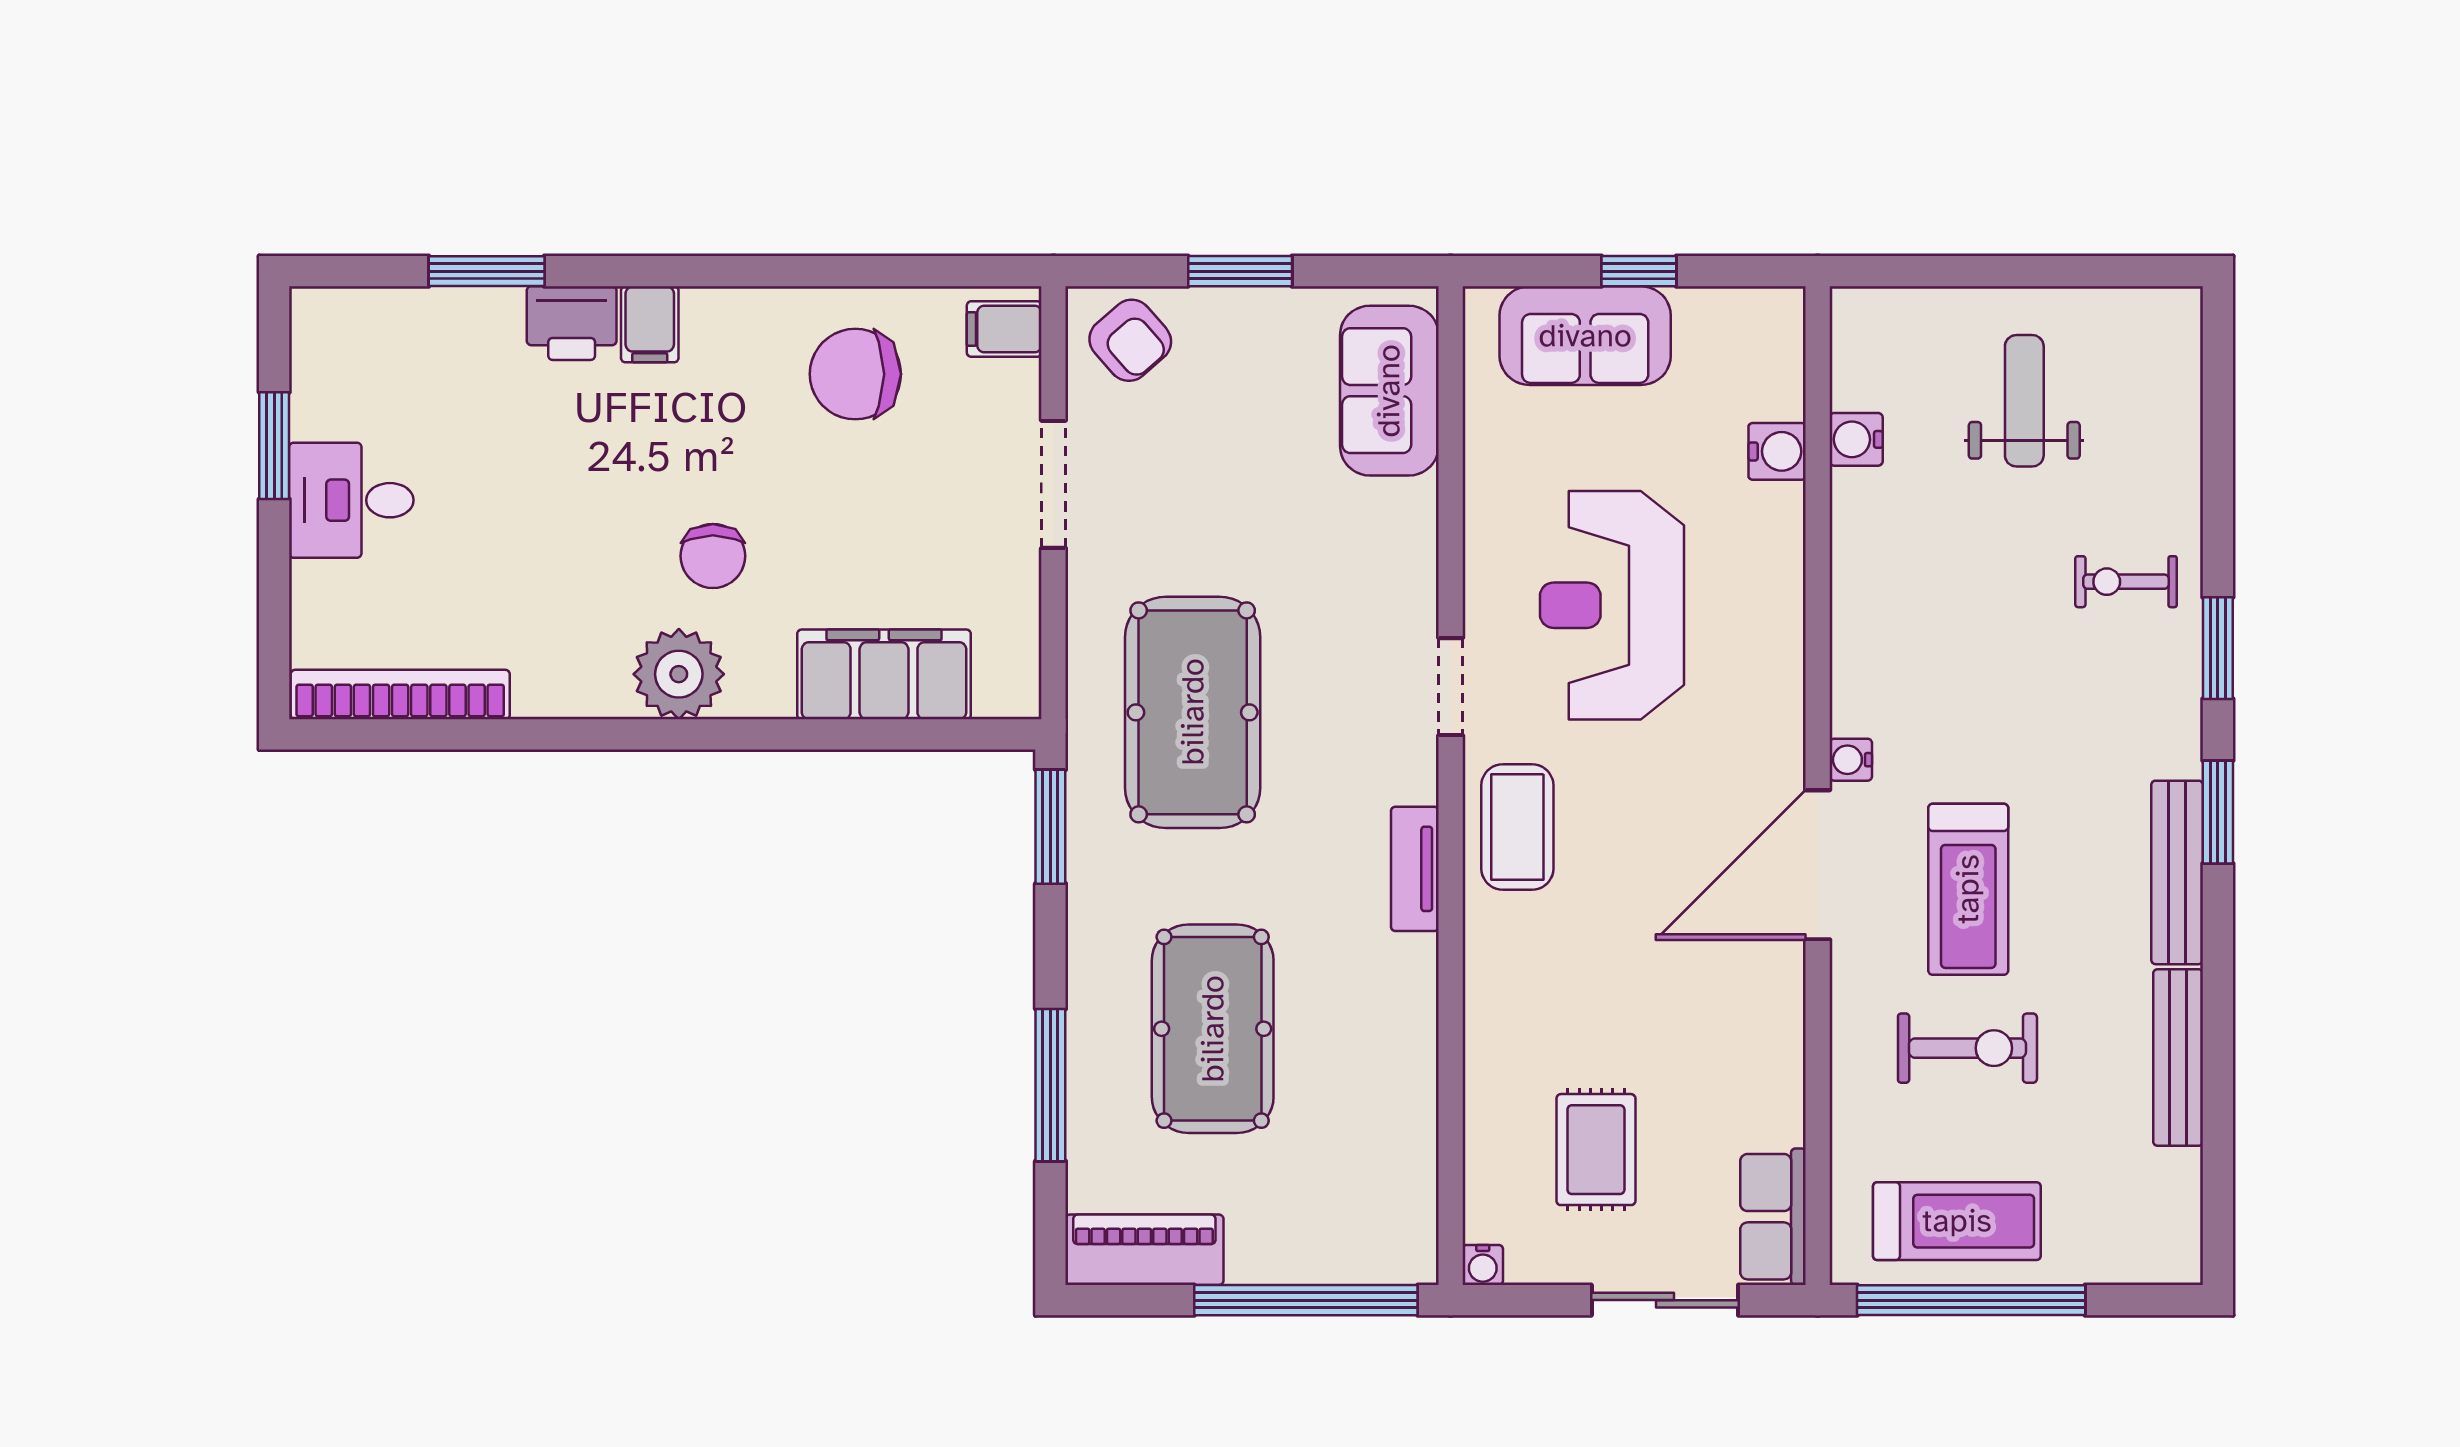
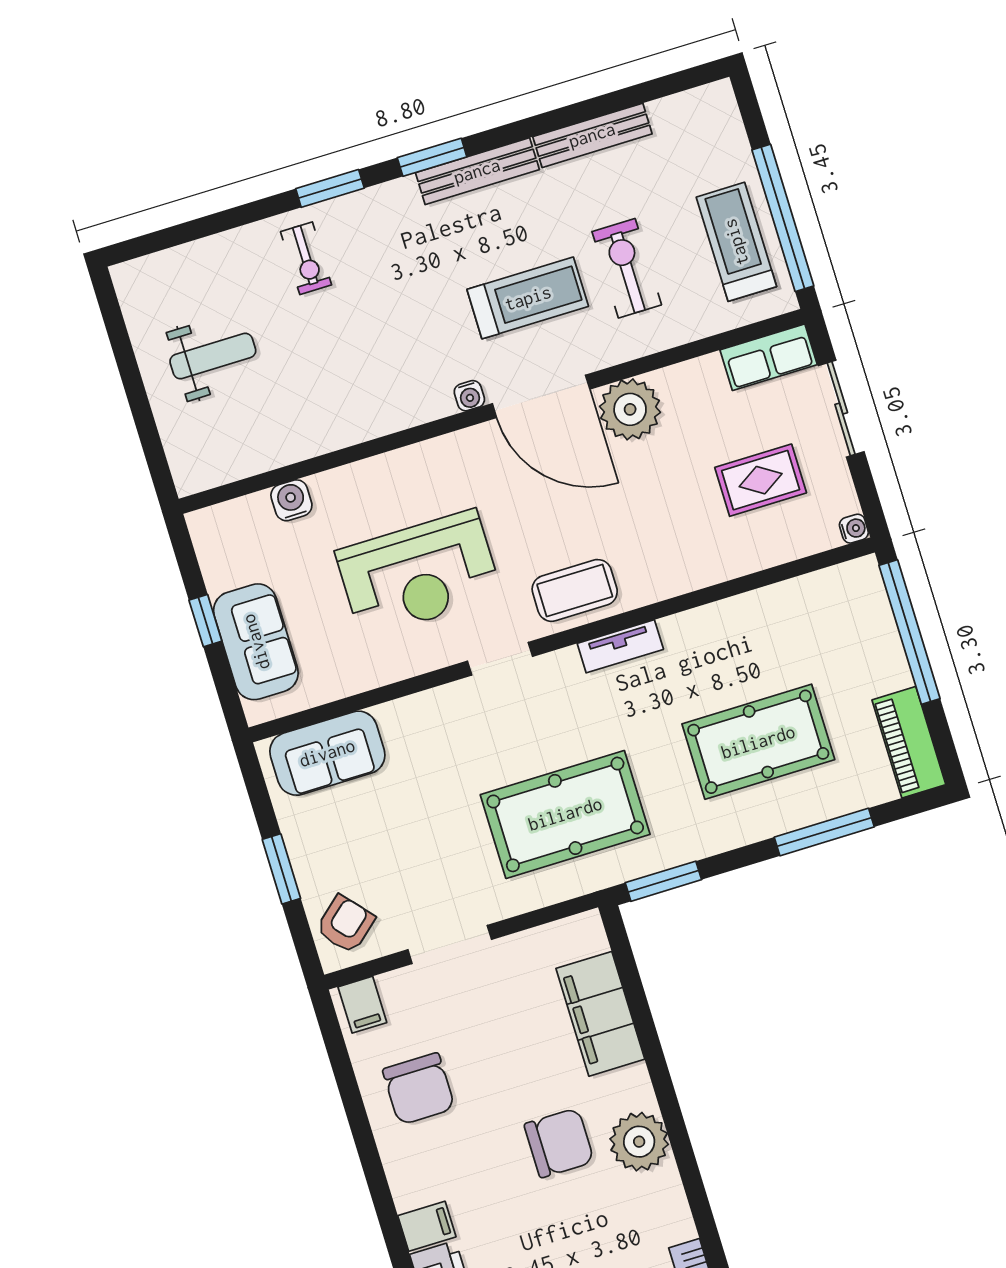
weight bench: (2024, 401) -> (213, 356), turned 180
water cooler: (1856, 439) -> (269, 453), removed
chair: (713, 556) -> (559, 1143), width x1.37, depth x1.37
plant: (1758, 990) -> (630, 409), added

